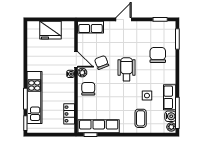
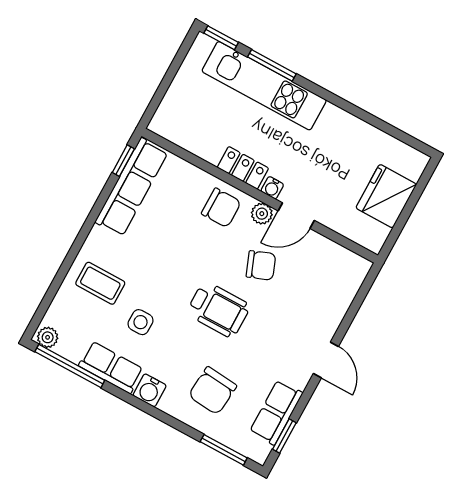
row of seats: (90, 27) -> (276, 412), moved
chair: (158, 55) -> (213, 391), turned 95
locker: (69, 114) -> (243, 168), moved
water cooler: (170, 116) -> (150, 390), moved

